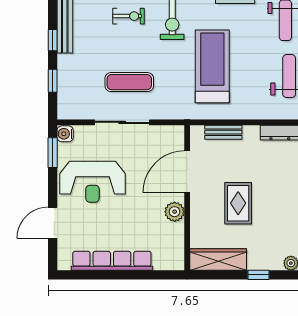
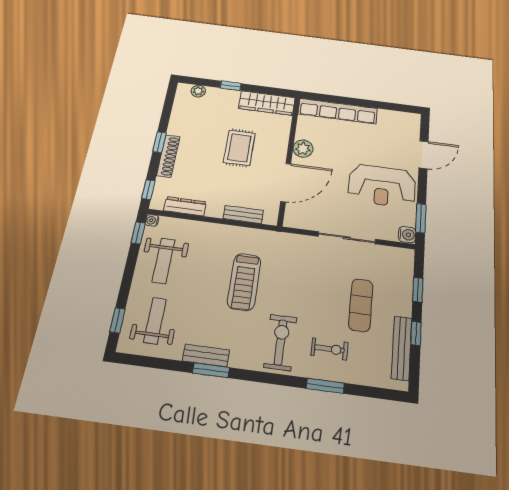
exercise bike: (128, 16) -> (329, 349), turned 180
treadmill: (212, 66) -> (244, 282), width x0.73, depth x0.73
exercise mat: (129, 82) -> (361, 305), moved, turned 90
reception desk: (92, 182) -> (382, 186), turned 180
row of seats: (112, 261) -> (338, 111), moved

